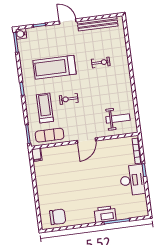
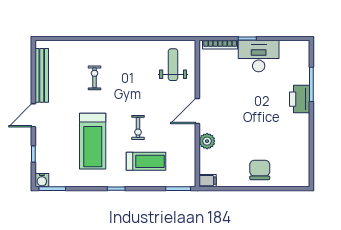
treadmill: (45, 108) -> (146, 161), turned 180
exercise mat: (50, 135) -> (183, 160), removed
door: (86, 141) -> (197, 111), swing flipped
plant: (65, 151) -> (207, 141), added
chair: (58, 217) -> (260, 170), moved

